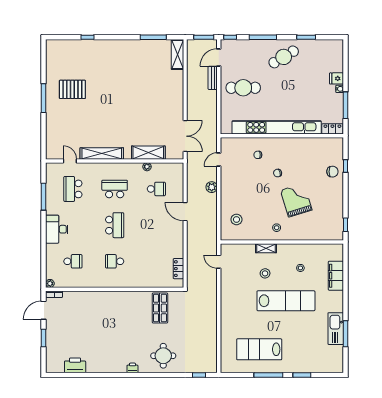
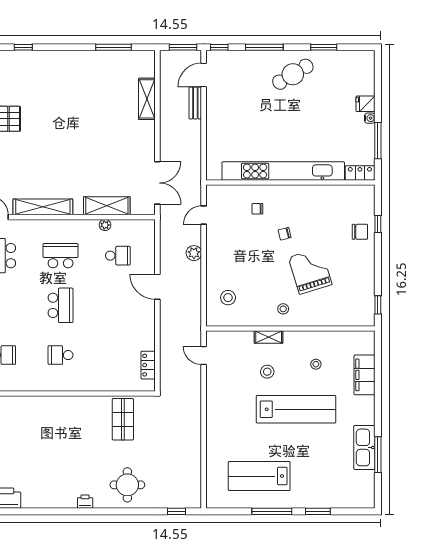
shelving: (177, 55) -> (147, 99), moved
cafe table: (243, 88) -> (237, 117), removed

